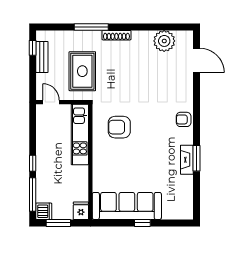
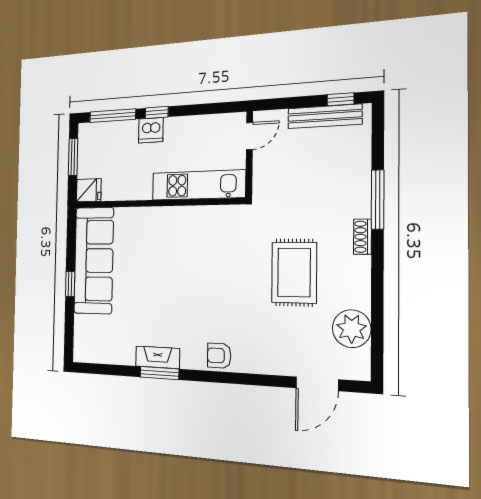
shoe rack: (116, 35) -> (362, 237), width x0.70
bench: (42, 57) -> (325, 116), width x1.36
rug: (82, 71) -> (294, 273), moved, turned 90
armchair: (184, 119) -> (219, 356), turned -90
armchair: (119, 127) -> (209, 249), removed
dishwasher: (44, 211) -> (151, 130), moved

